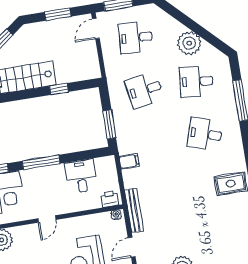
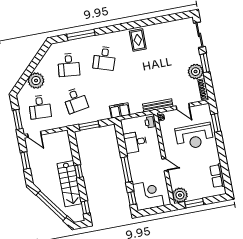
plant: (189, 43) -> (36, 81), moved
window: (59, 89) -> (79, 171), moved
window: (109, 124) -> (89, 126), moved
filing cabinet: (129, 161) -> (120, 110), width x2.00

